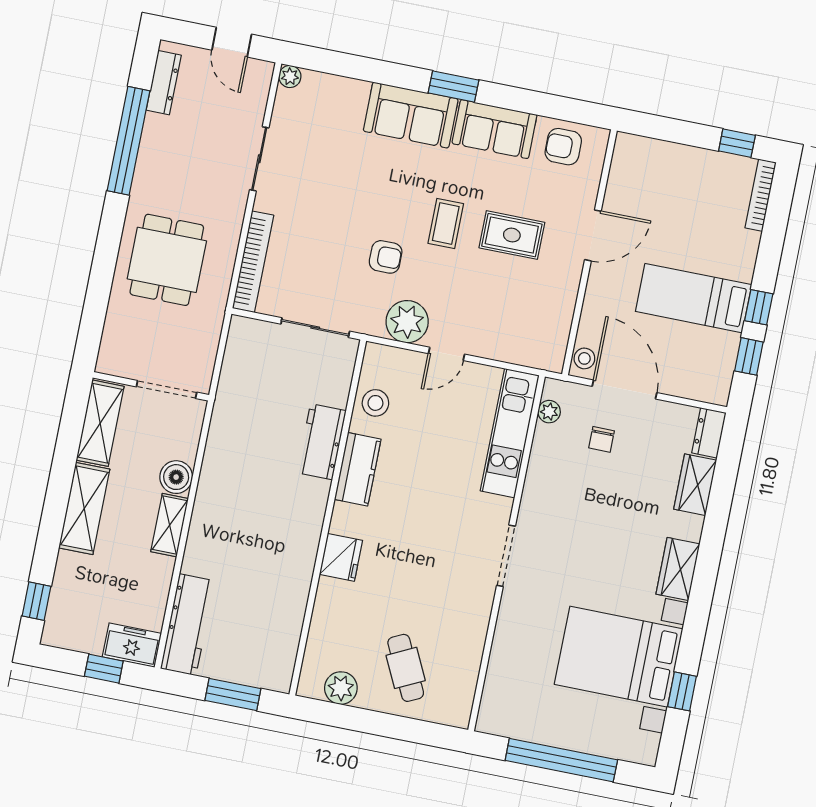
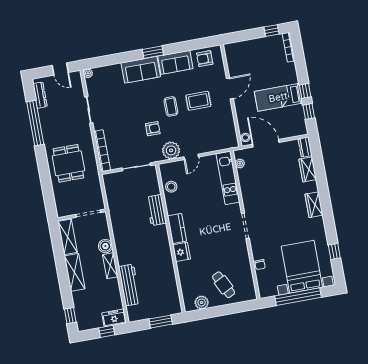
chair: (602, 439) -> (260, 265), moved
kitchen counter: (358, 469) -> (177, 228), moved
workbench: (188, 625) -> (129, 285), moved
bed with nightstands: (619, 657) -> (302, 267), moved, turned 90

